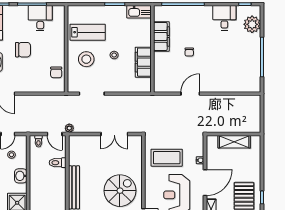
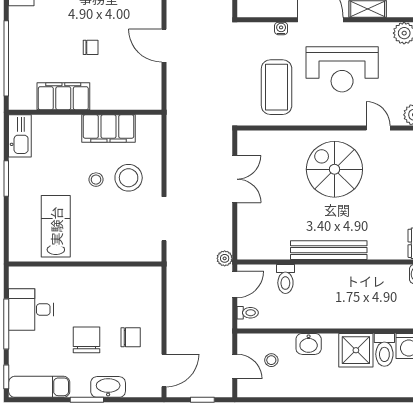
stool: (86, 59) -> (129, 178), moved
chair: (56, 72) -> (131, 337), moved

